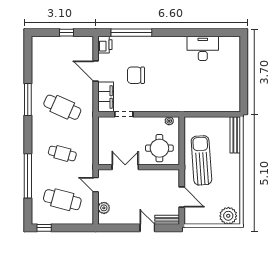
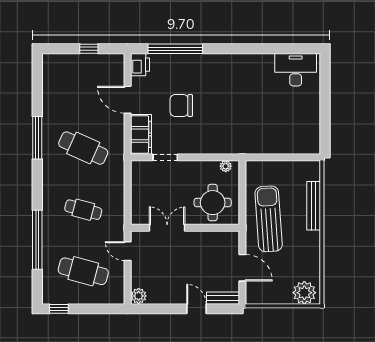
desk: (203, 48) -> (296, 70), moved
bench: (235, 135) -> (314, 206), moved
plant: (104, 208) -> (139, 296), moved

